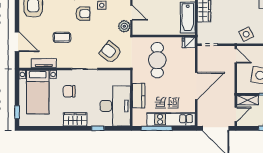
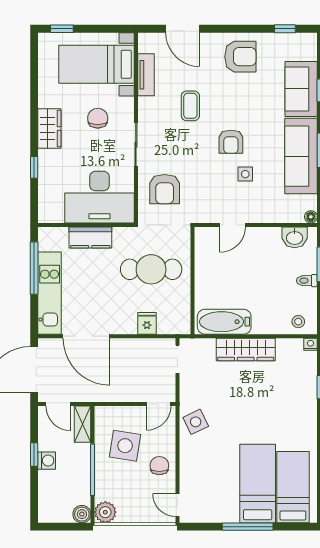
plant: (124, 26) -> (209, 213), removed
door: (17, 42) -> (183, 29), hinge flipped
fridge: (189, 42) -> (147, 323), moved
armchair: (110, 52) -> (165, 189), turned 141
door: (196, 86) -> (86, 336), moved
desk: (115, 106) -> (99, 197), moved

